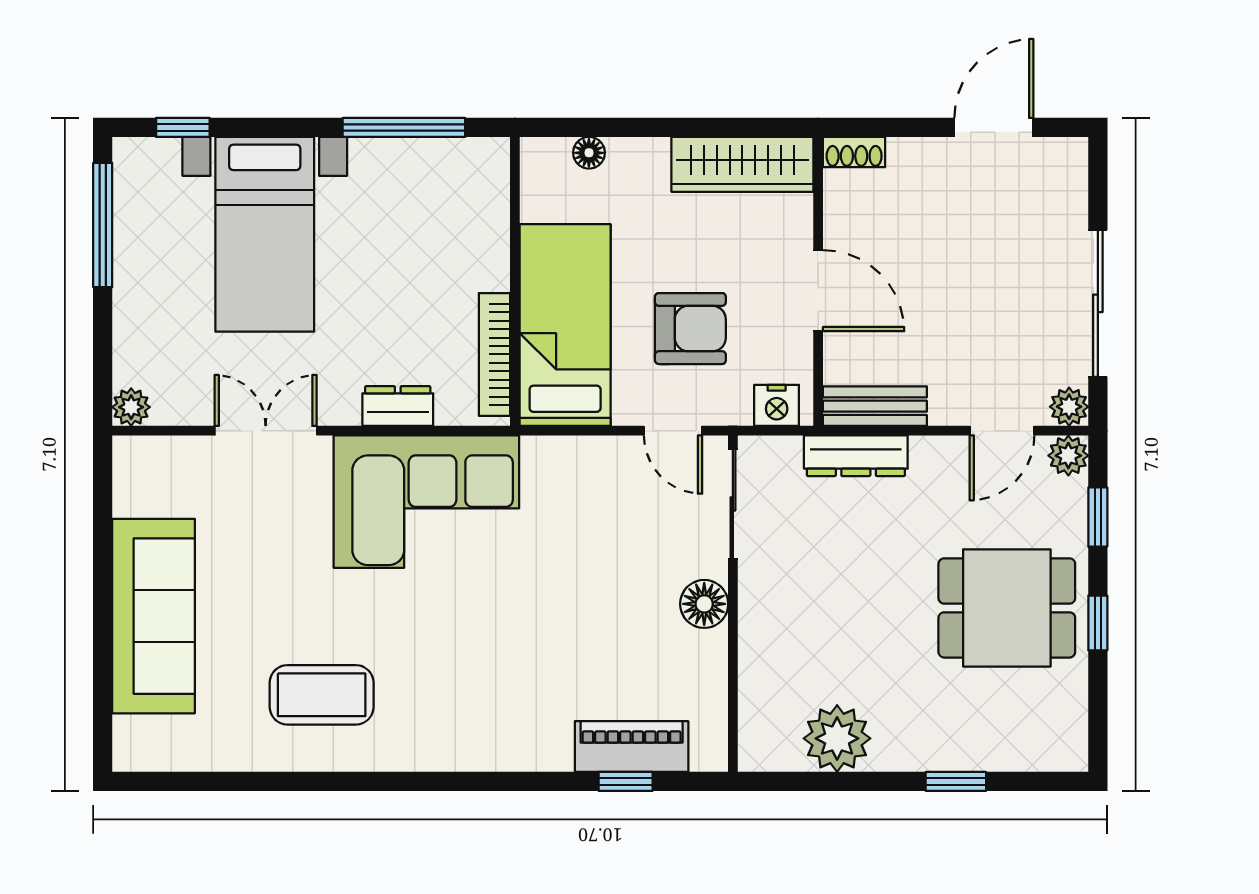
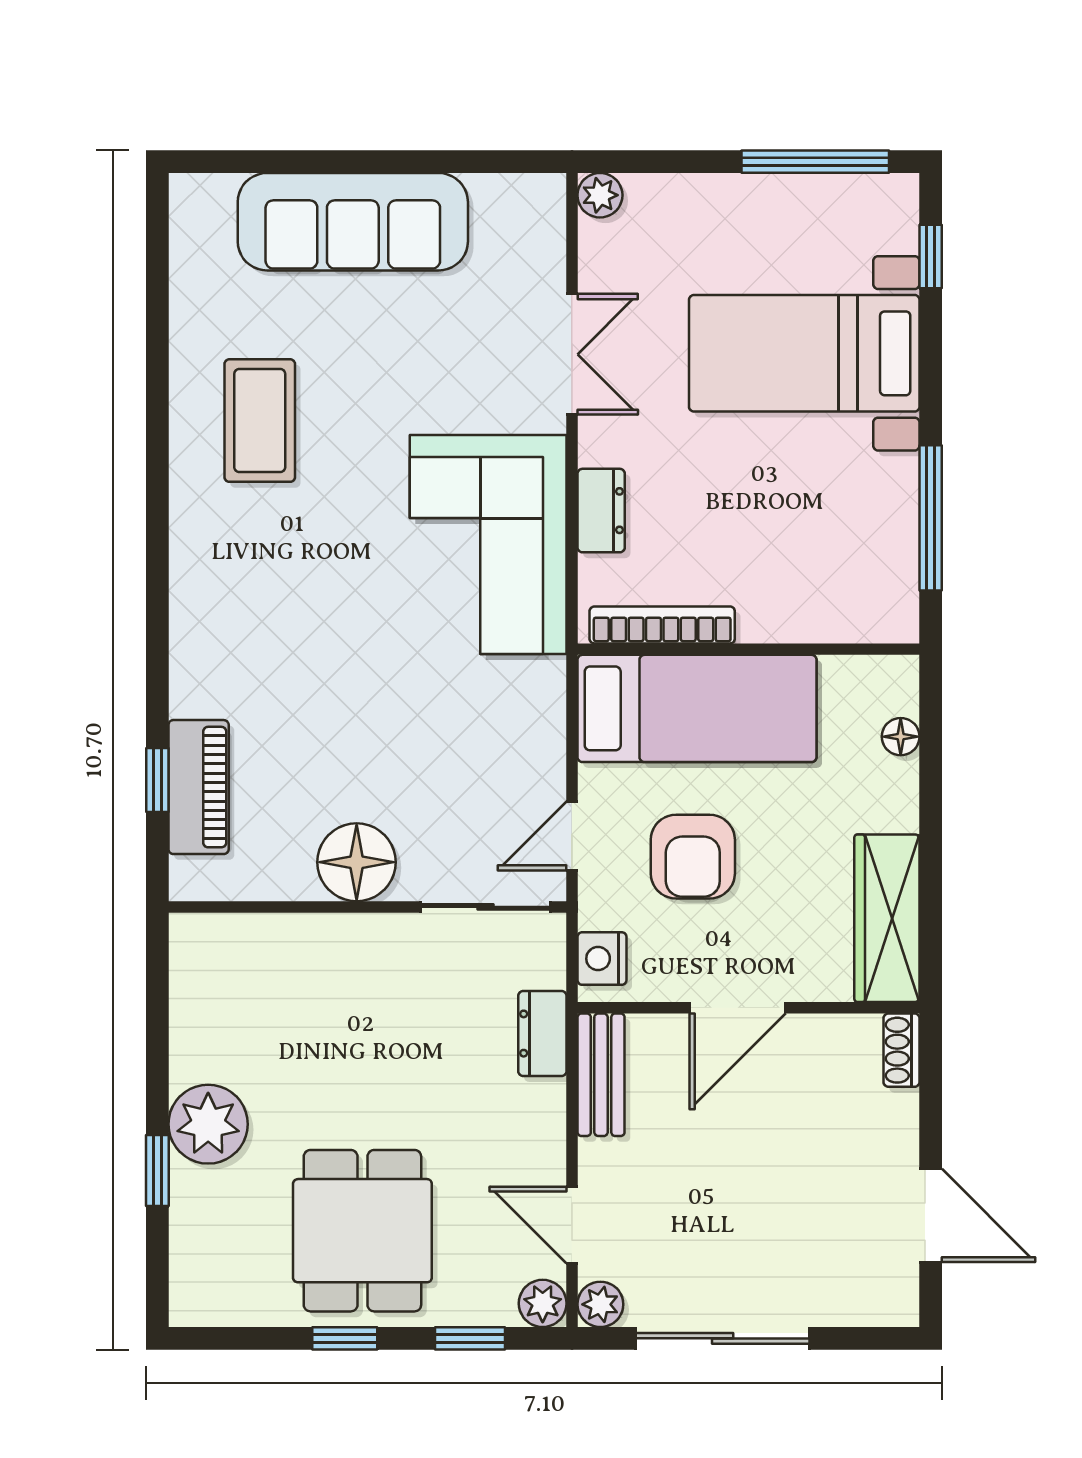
dresser: (856, 456) -> (542, 1034), width x0.70
floor lamp: (704, 604) -> (357, 862), width x1.38, depth x1.38
plant: (837, 738) -> (208, 1124), moved

